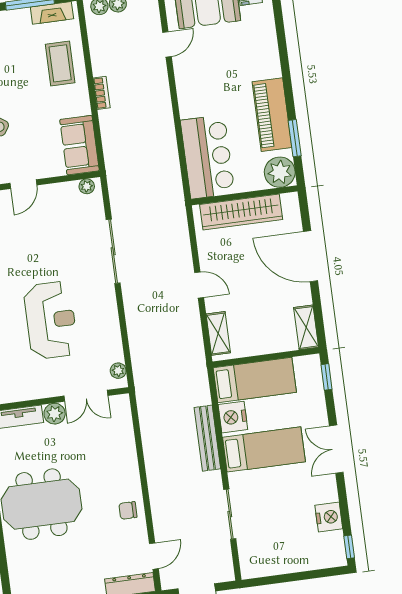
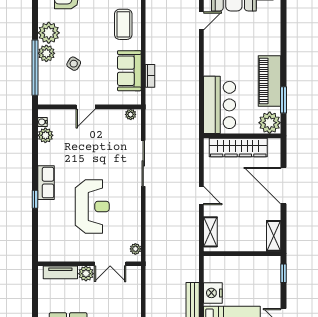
bookcase: (102, 93) -> (150, 76), moved
sofa: (80, 145) -> (129, 71), moved
bed: (255, 380) -> (232, 269), removed

